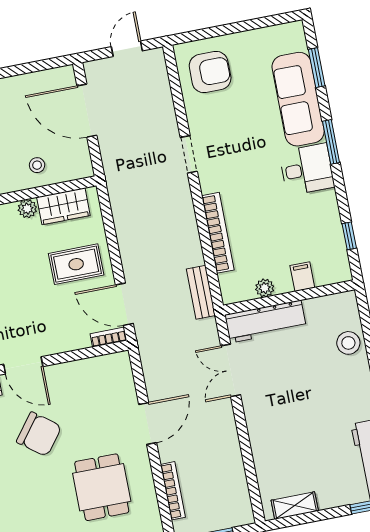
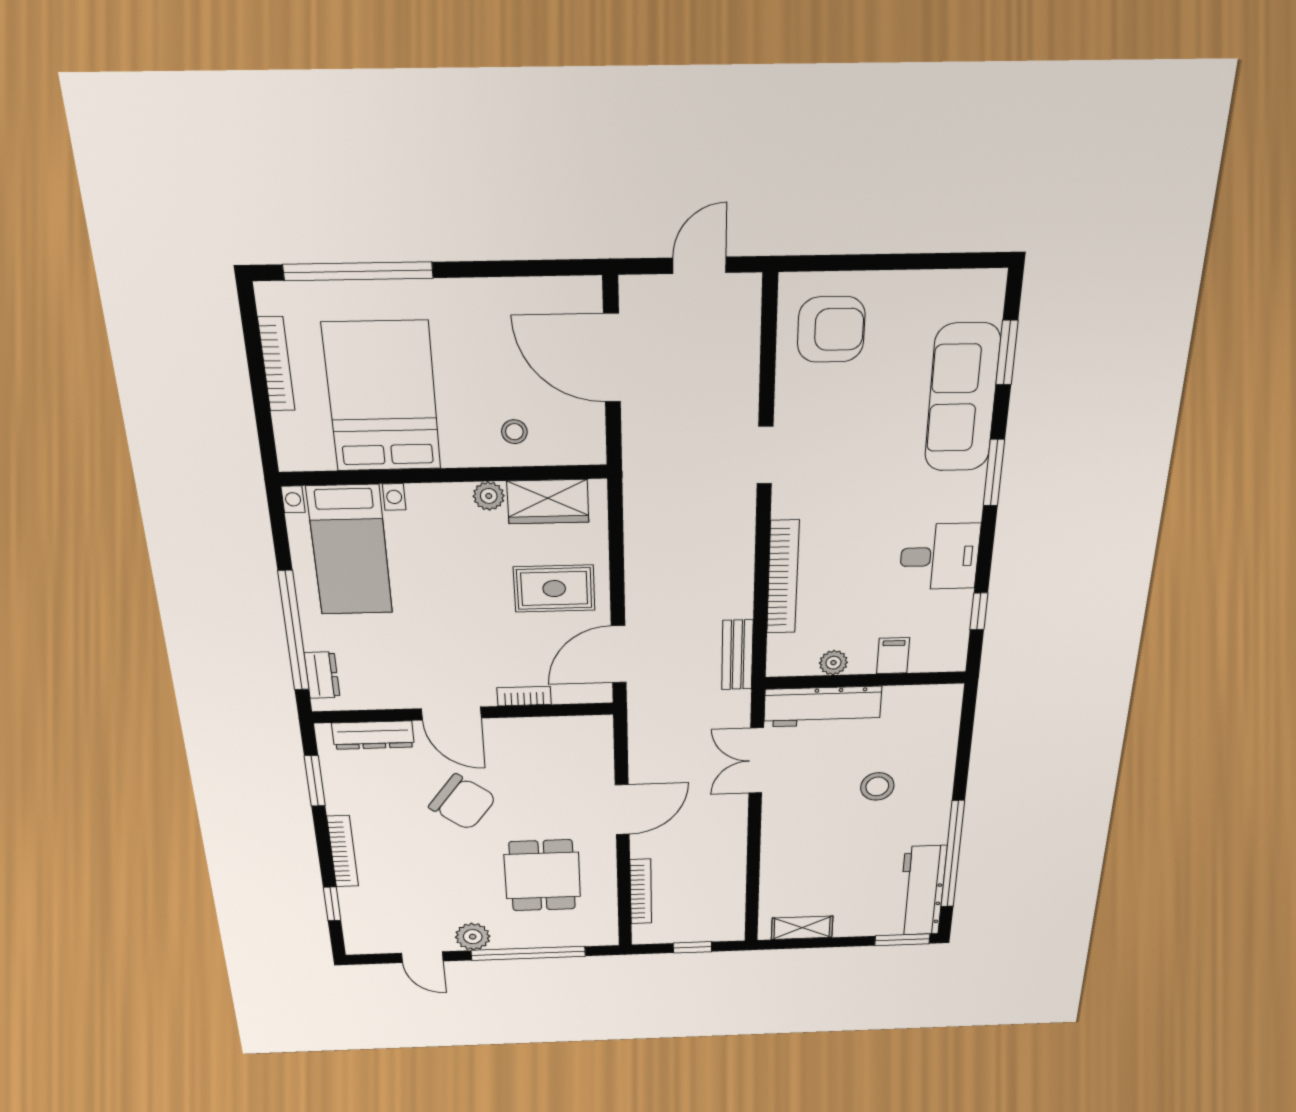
desk: (307, 169) -> (940, 557), moved
door: (124, 304) -> (619, 654), hinge flipped
bookcase: (108, 337) -> (524, 696), moved
stool: (348, 343) -> (877, 786), moved

